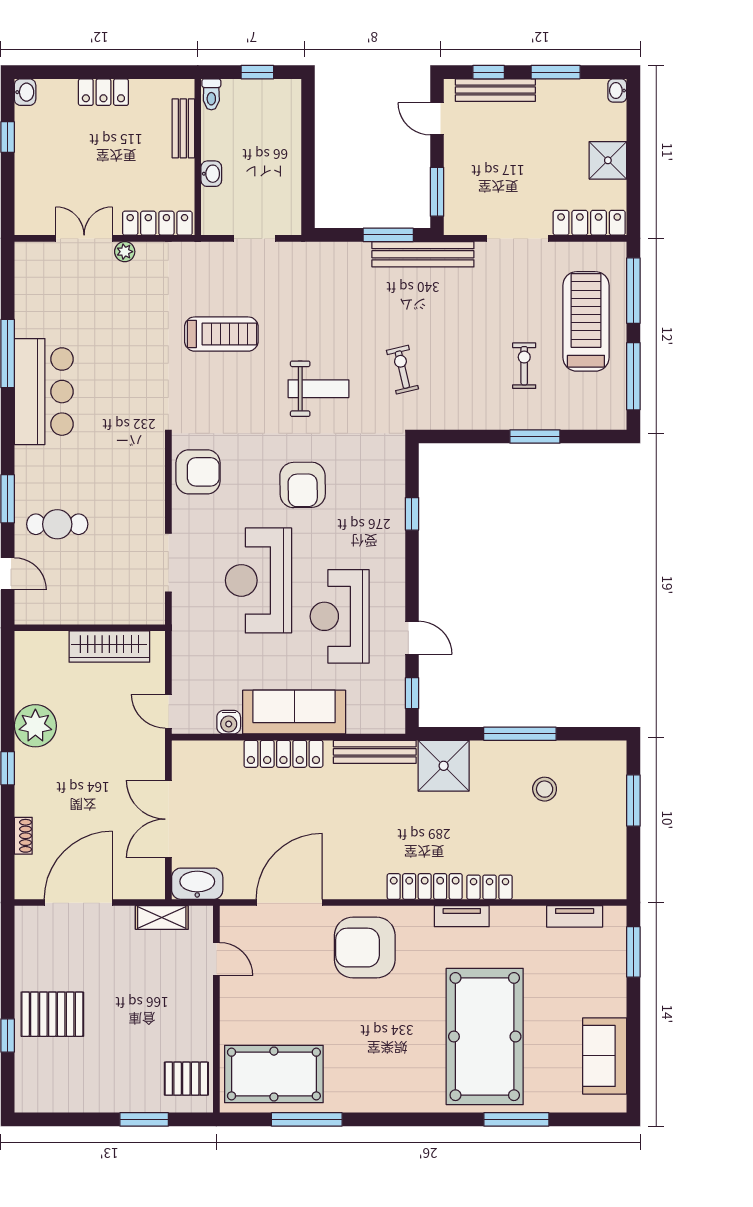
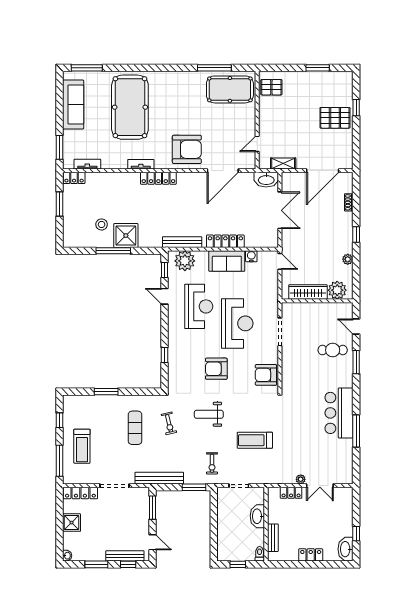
washbasin: (25, 92) -> (346, 549), width x1.91, depth x1.45
washbasin: (211, 174) -> (257, 516), width x1.91, depth x1.45
locker: (157, 223) -> (291, 493), width x0.66
window: (388, 235) -> (194, 487), moved
treadmill: (586, 321) -> (82, 446), width x0.73, depth x0.73
exercise mat: (474, 360) -> (135, 428), added
exercise bike: (524, 366) -> (212, 463), moved
window: (633, 376) -> (59, 420), width x0.46
armchair: (303, 485) -> (216, 369), turned -89
plant: (47, 650) -> (337, 290), added
sofa: (294, 712) -> (227, 261), width x0.73
plant: (369, 713) -> (185, 261), added
plant: (35, 726) -> (348, 259), width x0.53, depth x0.53
shower: (444, 766) -> (126, 236), moved
window: (633, 801) -> (59, 204), moved
locker: (490, 887) -> (74, 178), moved
door: (216, 959) -> (257, 144), hinge flipped
sofa: (605, 1056) -> (73, 104), width x1.36
window: (144, 1119) -> (318, 68), moved
window: (516, 1119) -> (87, 68), moved

